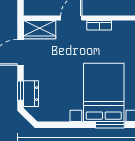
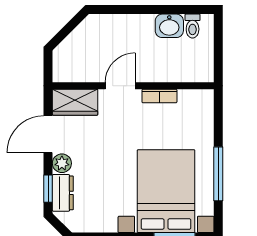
plant: (30, 73) -> (62, 163), added

